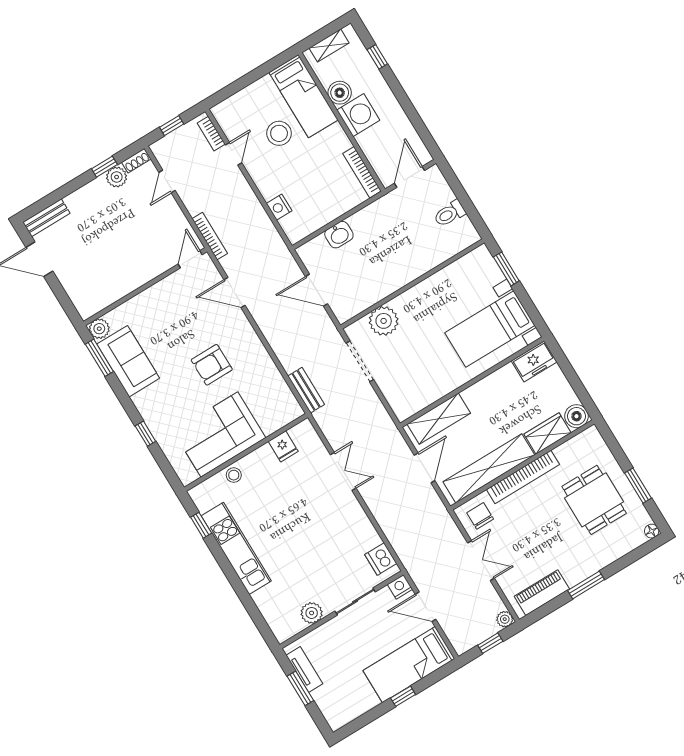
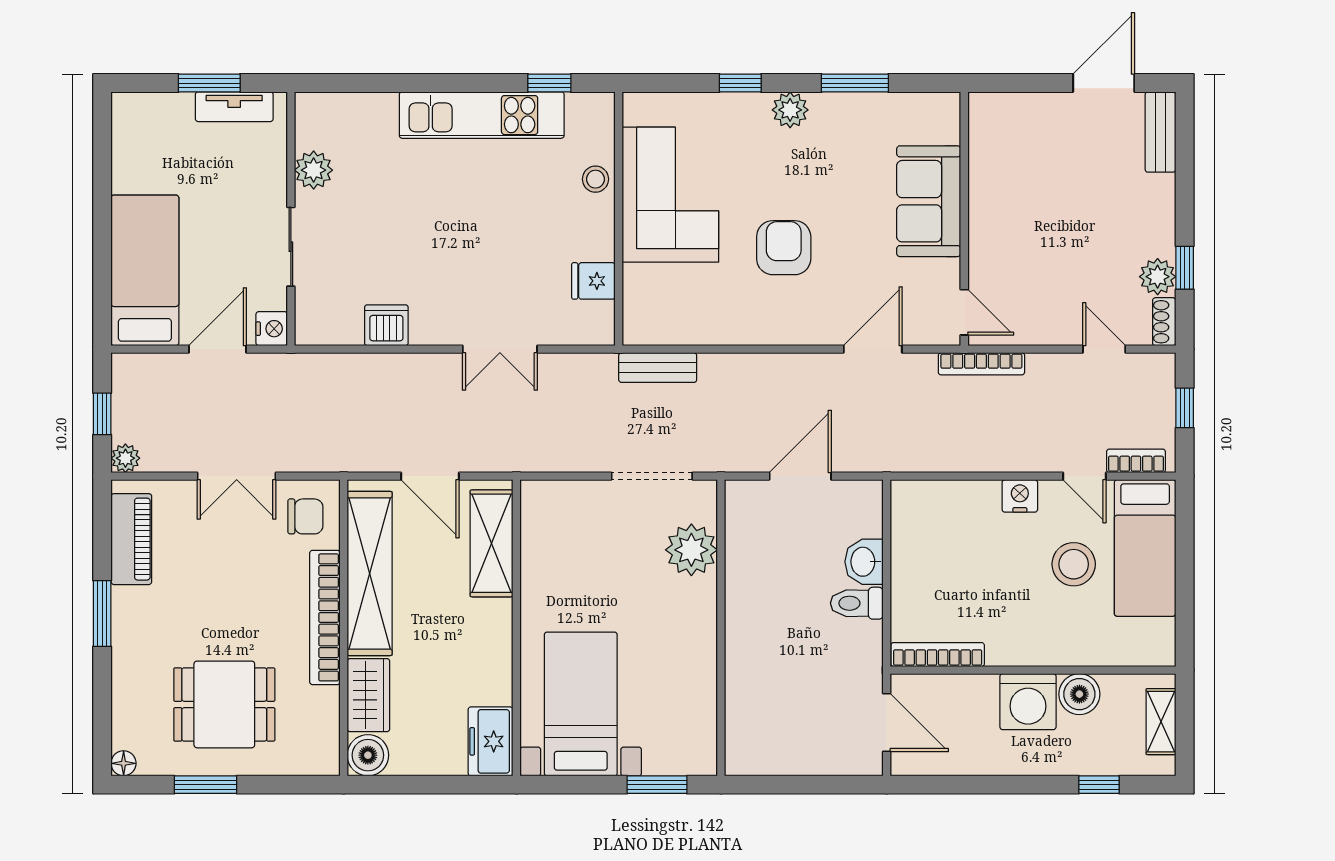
bed: (303, 96) -> (1145, 548), moved, turned -90
nightstand: (279, 207) -> (1020, 496), moved
toilet: (450, 214) -> (857, 603), moved, turned -90
plant: (99, 329) -> (790, 110), moved
window: (99, 358) -> (855, 83), moved
sofa: (128, 361) -> (929, 201), moved, turned 90
dishwasher: (381, 559) -> (386, 325), moved
window: (403, 696) -> (102, 232), removed

